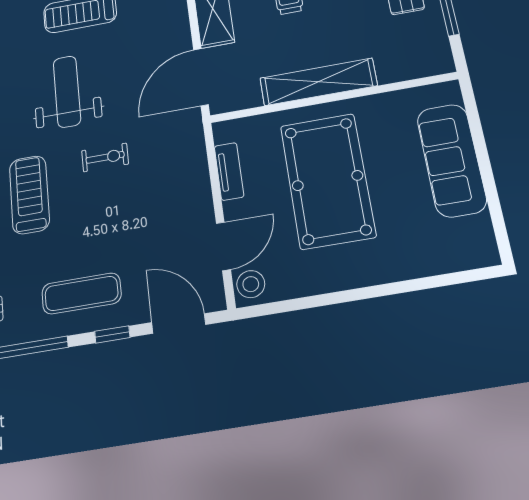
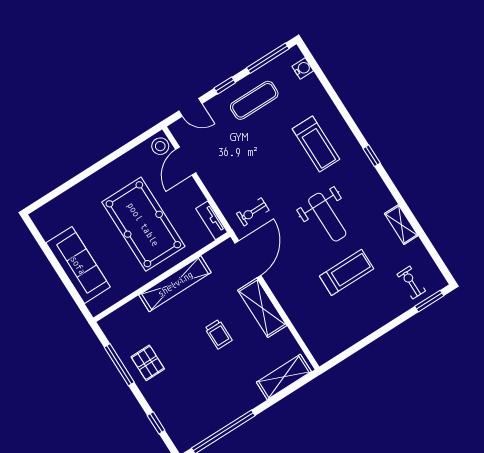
exercise bike: (105, 157) -> (253, 212), moved
tv unit: (229, 171) -> (212, 220), moved
door: (179, 324) -> (190, 107), width x0.73

